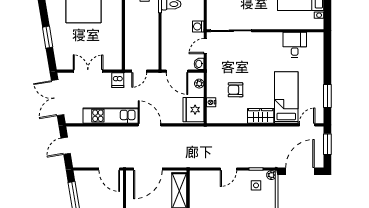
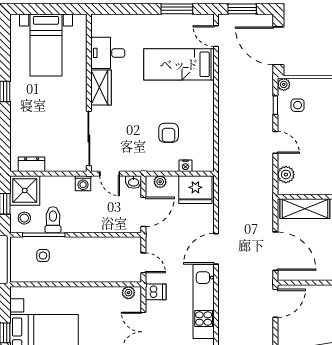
plant: (117, 60) -> (128, 293), added
wardrobe: (261, 116) -> (101, 87), moved, turned 180
plant: (205, 177) -> (286, 175), added

